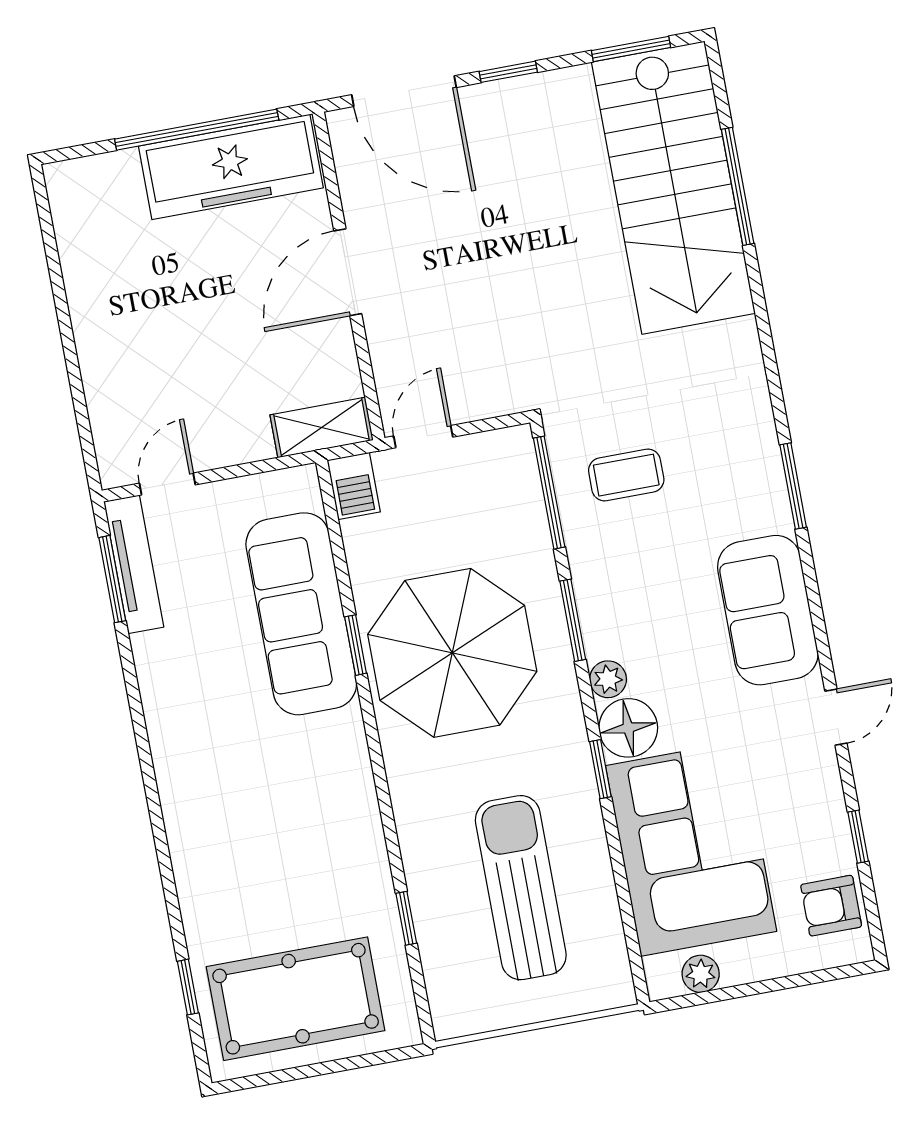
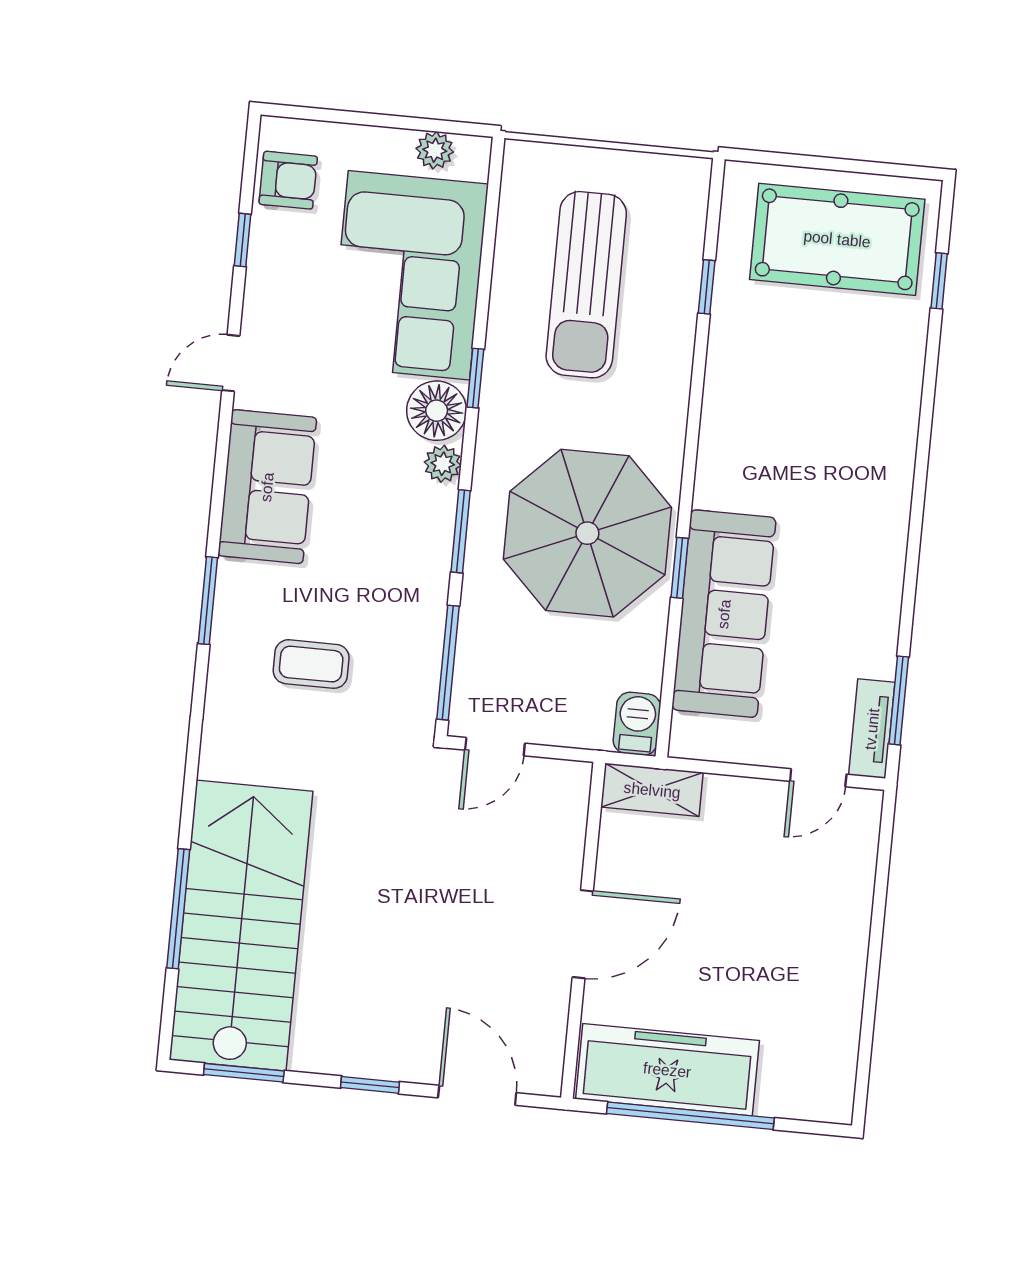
door: (404, 91) -> (477, 1095), width x0.73
door: (423, 437) -> (495, 747), moved
coffee table: (626, 475) -> (311, 664), moved
tv unit: (134, 564) -> (872, 729), width x0.71

